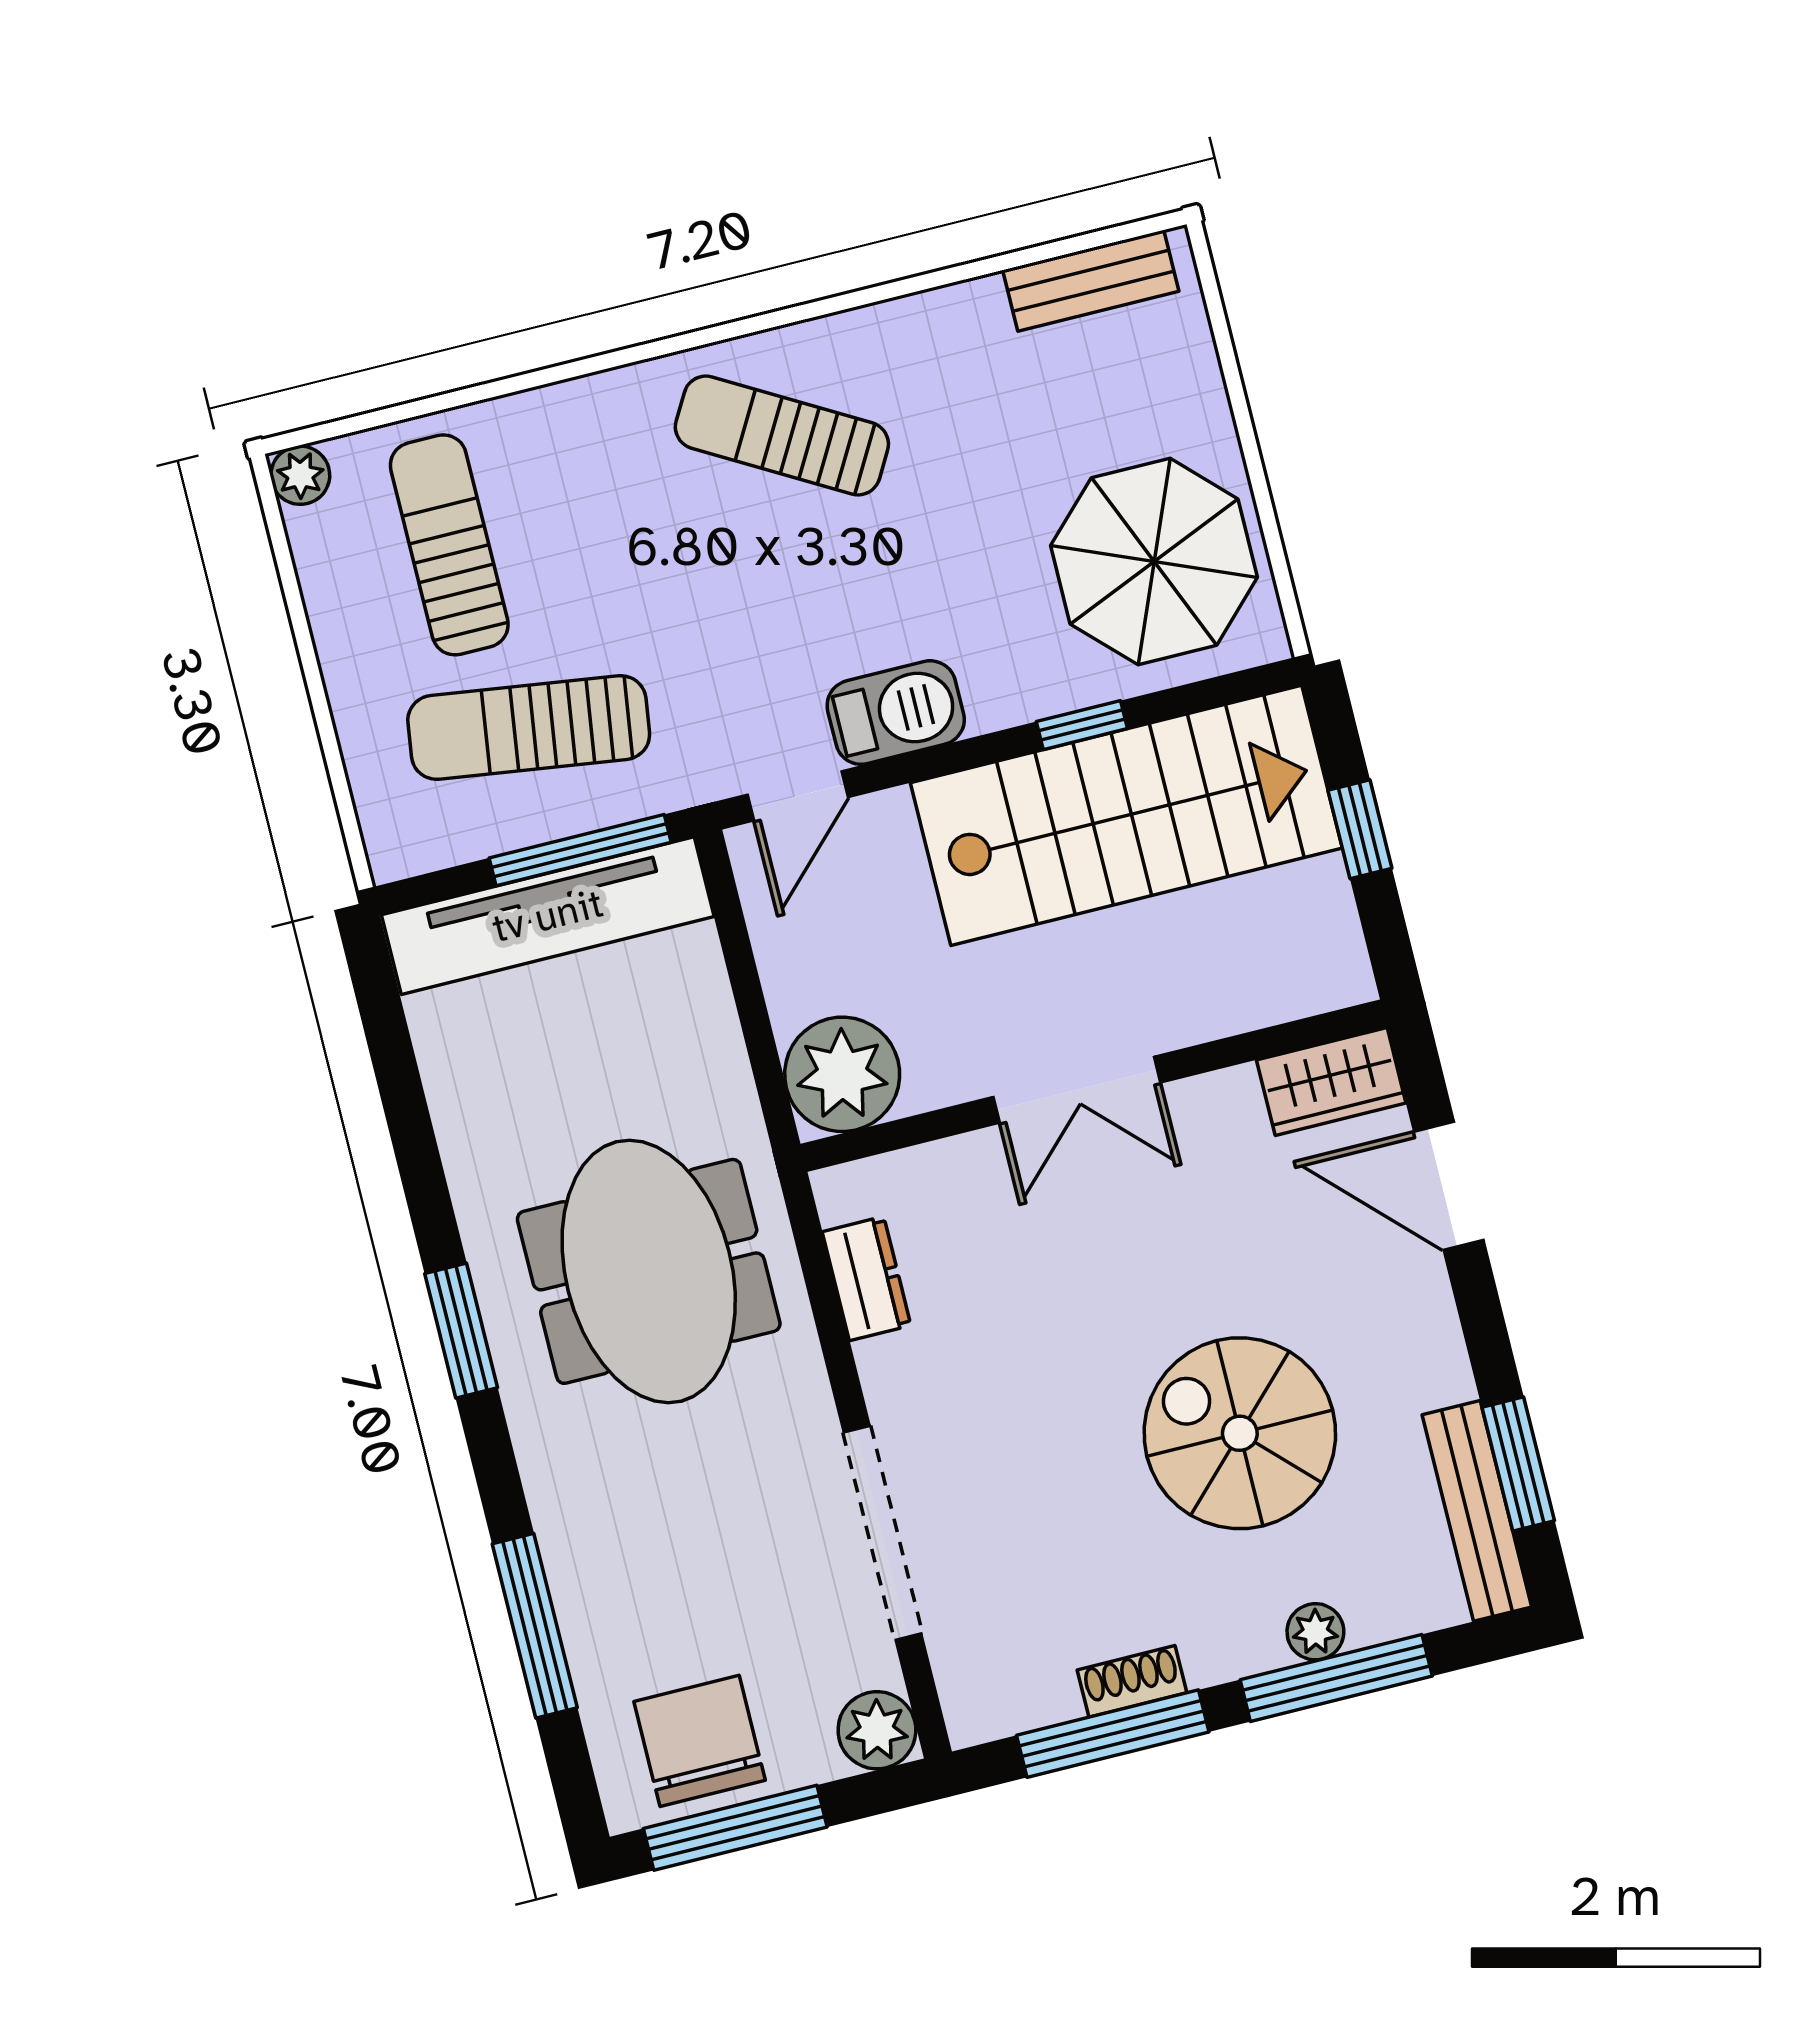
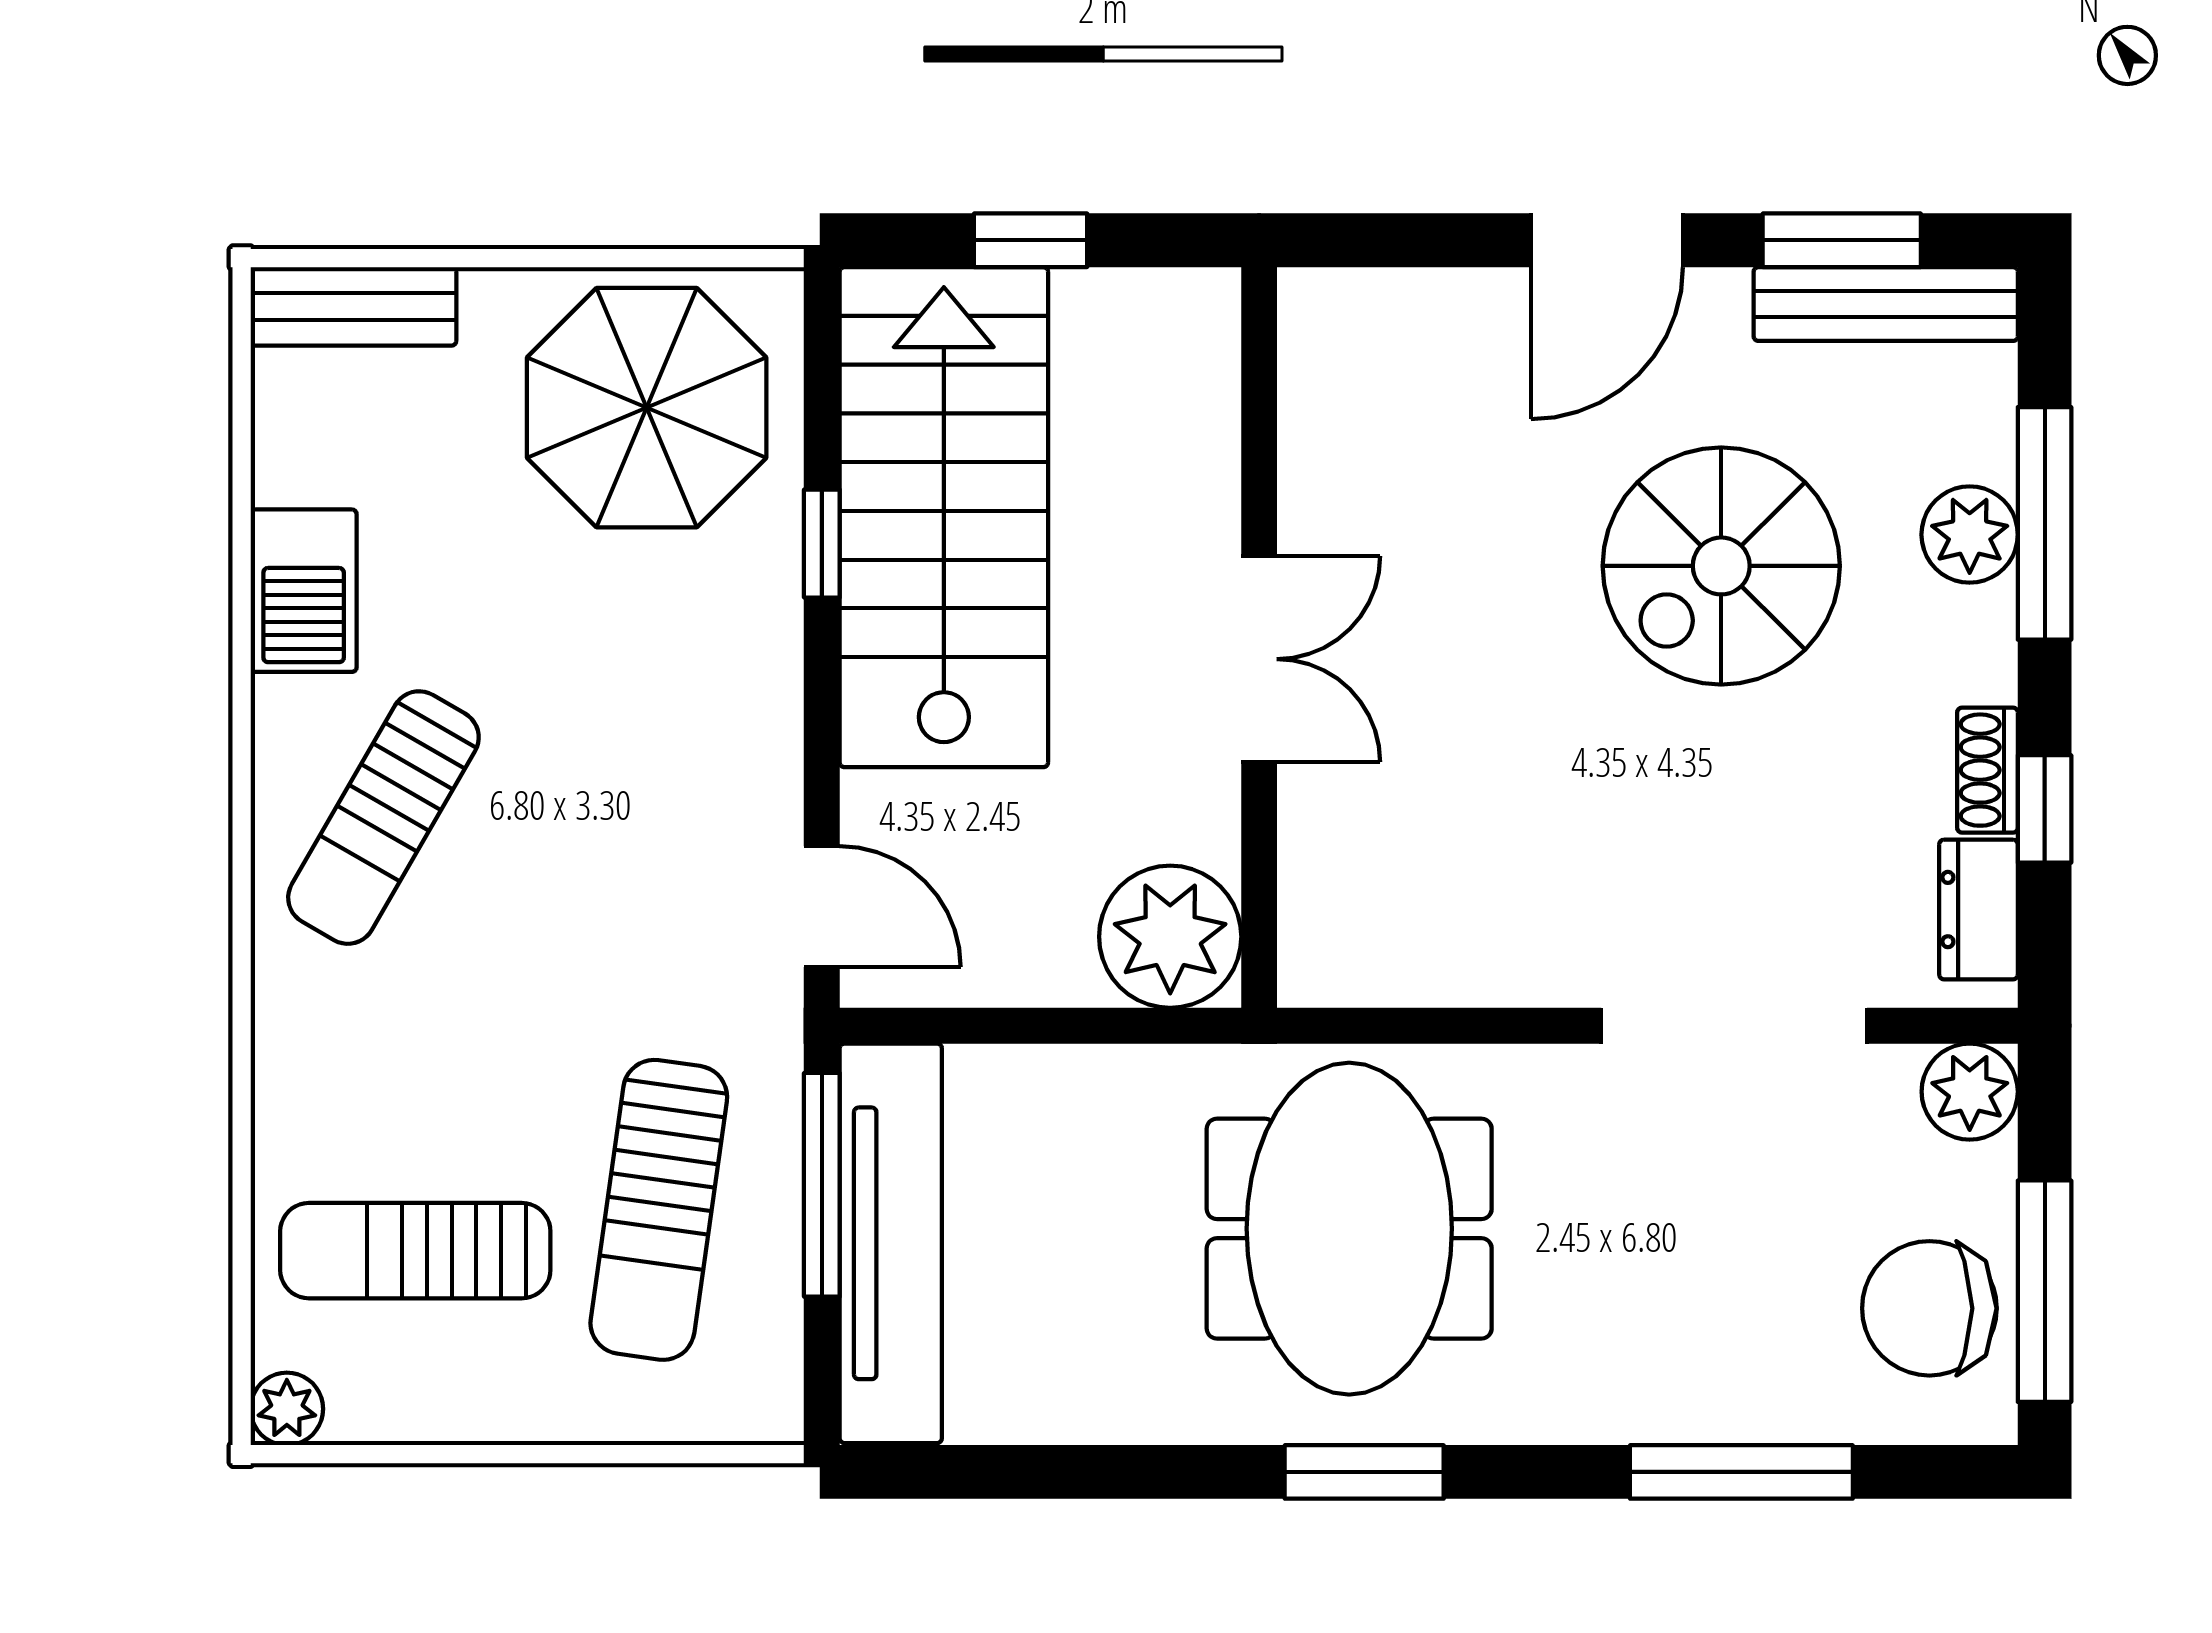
bench: (1091, 281) -> (353, 306), moved, turned 90
barbecue: (896, 713) -> (304, 591), moved, turned 180
wardrobe: (1331, 1081) -> (1325, 351), removed
door: (1449, 1186) -> (1607, 240), moved
meeting table: (649, 1271) -> (1349, 1229), turned 90
dresser: (867, 1279) -> (1978, 910), moved, turned -90
plant: (1315, 1632) -> (1970, 535), width x1.38, depth x1.38
window: (1113, 1734) -> (2045, 809), width x0.46

